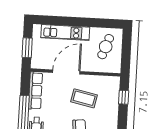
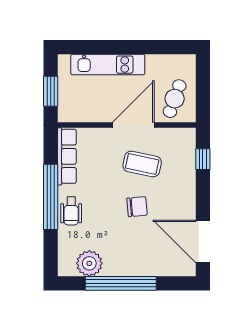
cafe table: (106, 47) -> (175, 99), moved
door: (66, 72) -> (133, 125), moved

